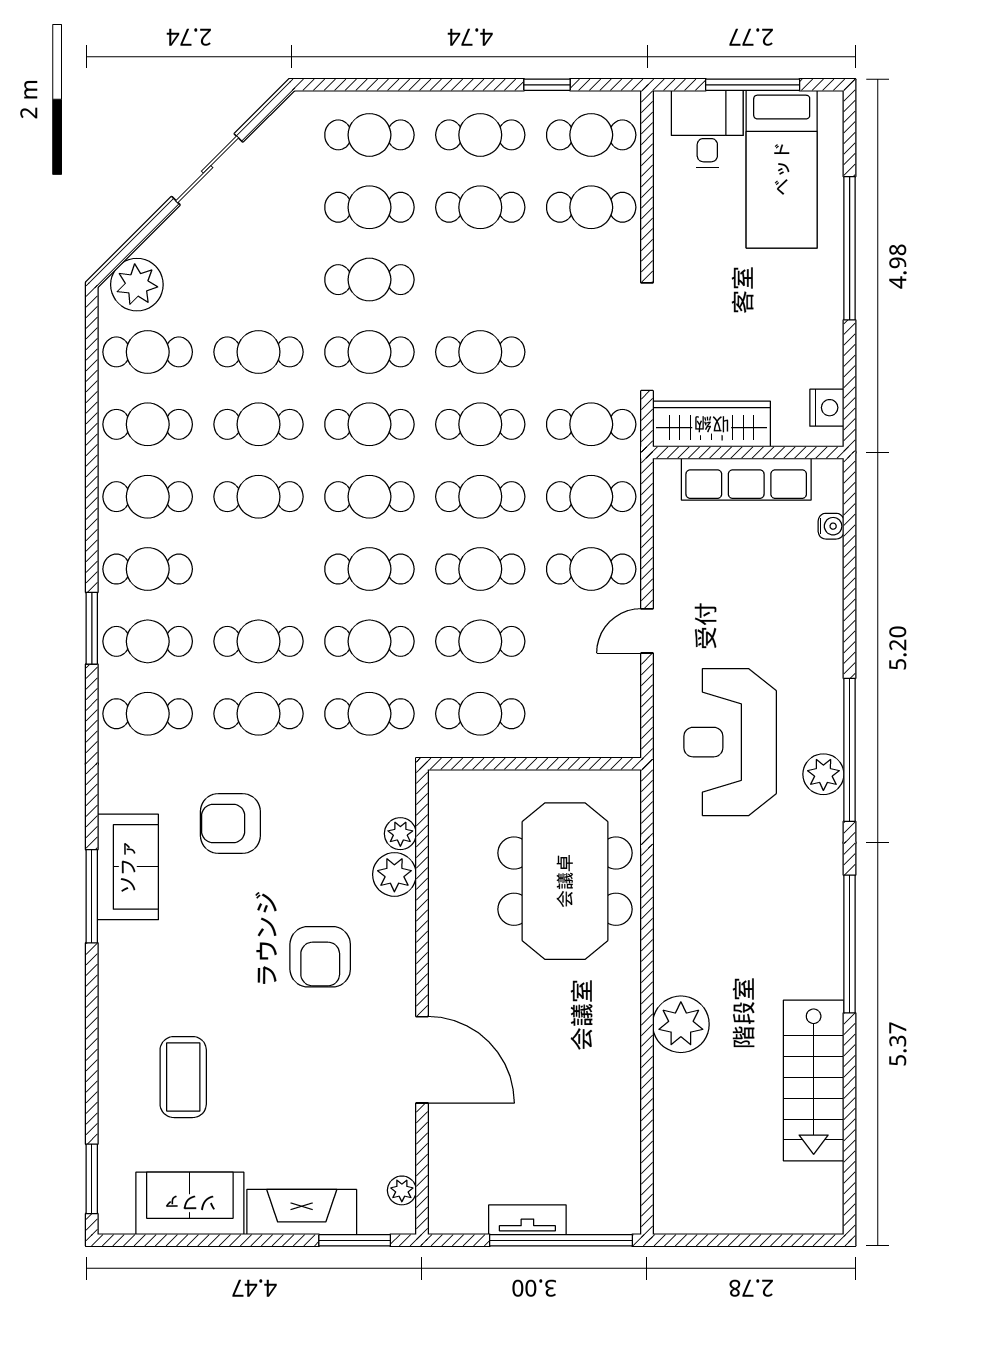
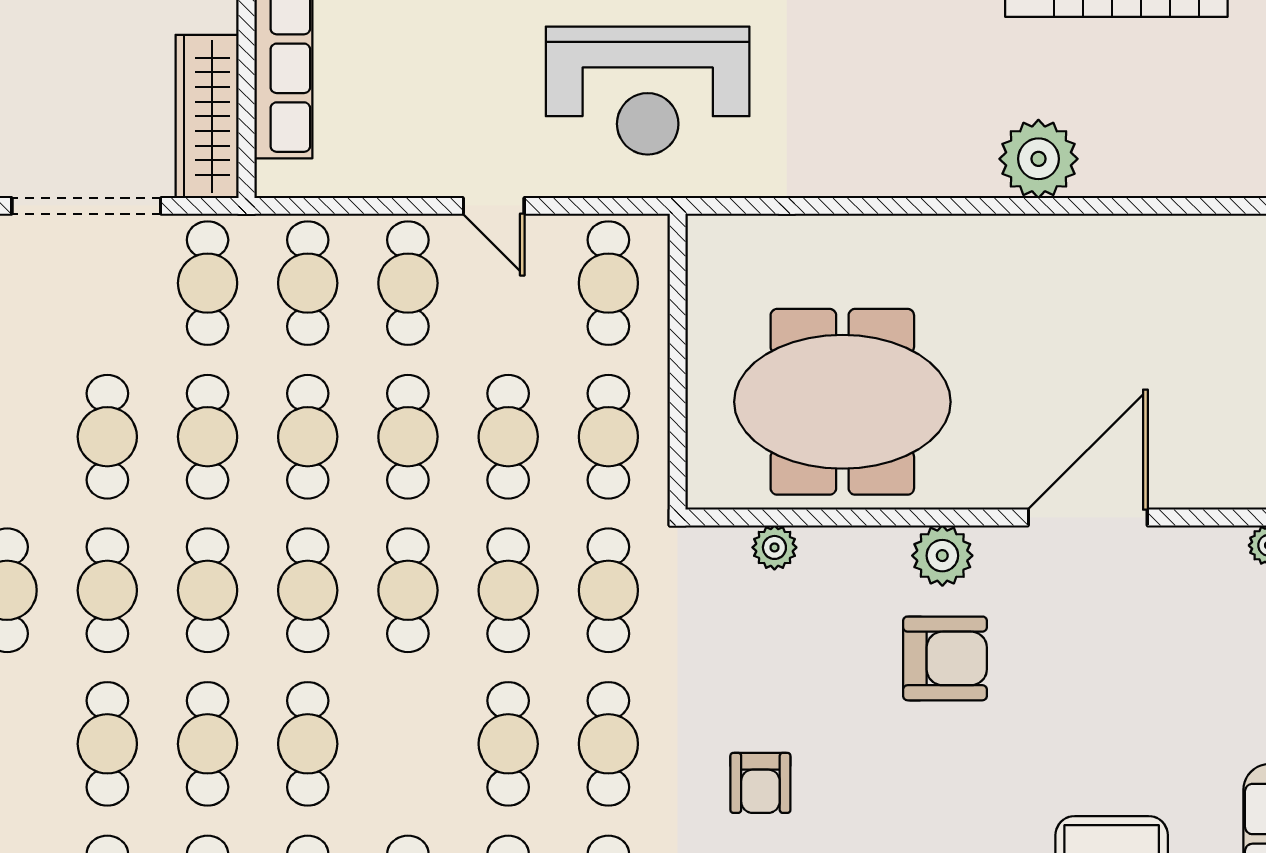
cafe table: (591, 714) -> (608, 283), added
armchair: (230, 823) -> (760, 783), width x0.72, depth x0.72
plant: (394, 874) -> (942, 556), moved
meeting table: (565, 881) -> (842, 402), moved

